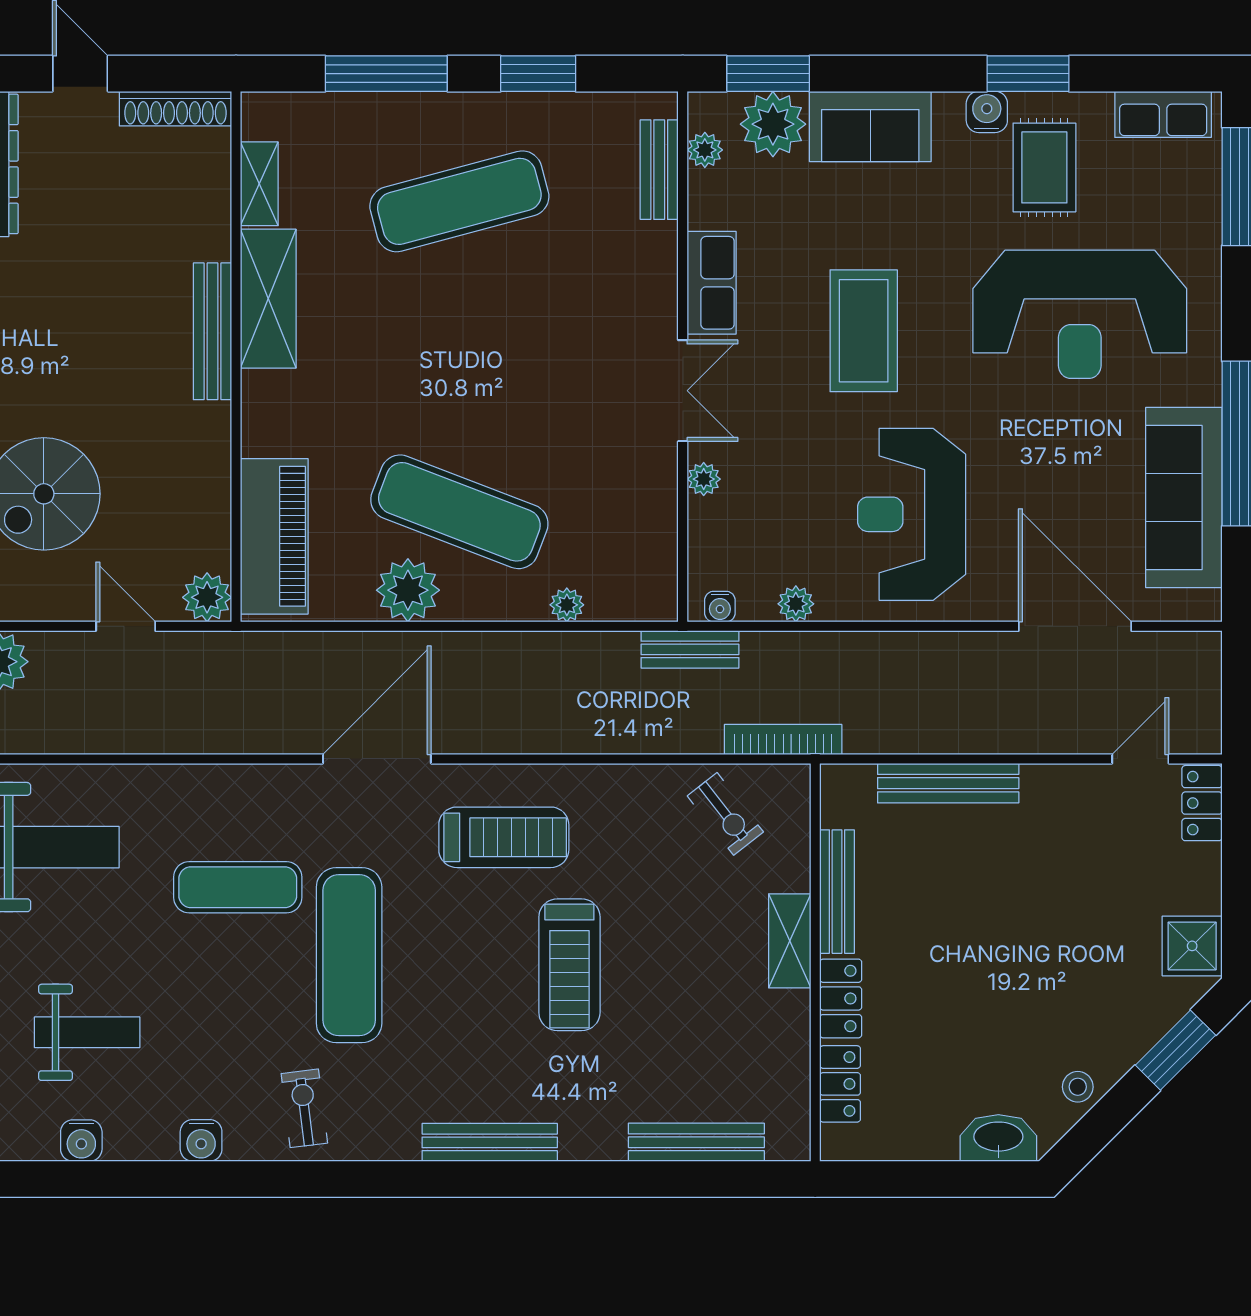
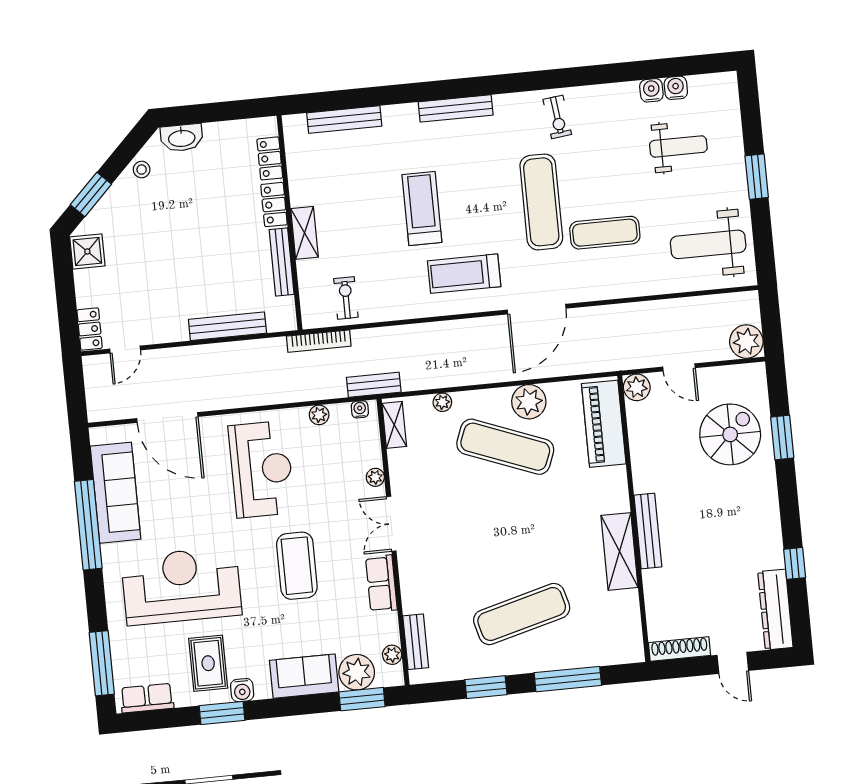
shelving: (259, 184) -> (394, 425), moved
exercise bike: (725, 814) -> (346, 298), turned 38
weight bench: (87, 1032) -> (678, 146), turned 180
water cooler: (201, 1140) -> (651, 90), moved

